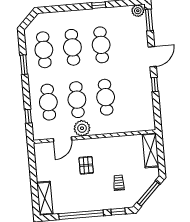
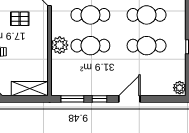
window: (149, 20) -> (72, 99), moved
door: (152, 57) -> (129, 99), swing flipped
plant: (82, 128) -> (60, 45), moved

